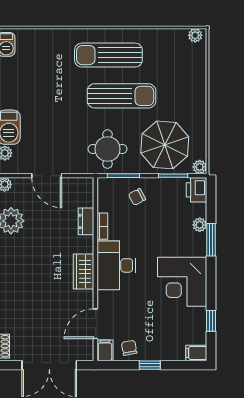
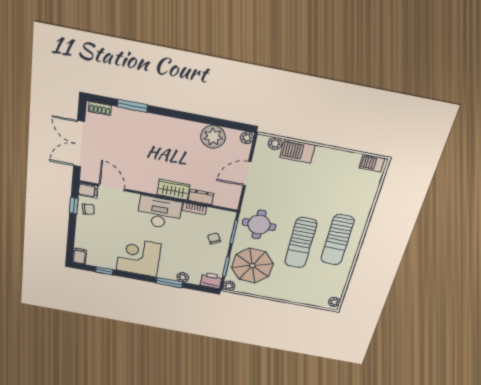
sun lounger: (108, 55) -> (337, 240), turned 180
wardrobe: (83, 272) -> (173, 190), moved
window: (150, 365) -> (74, 206), moved

